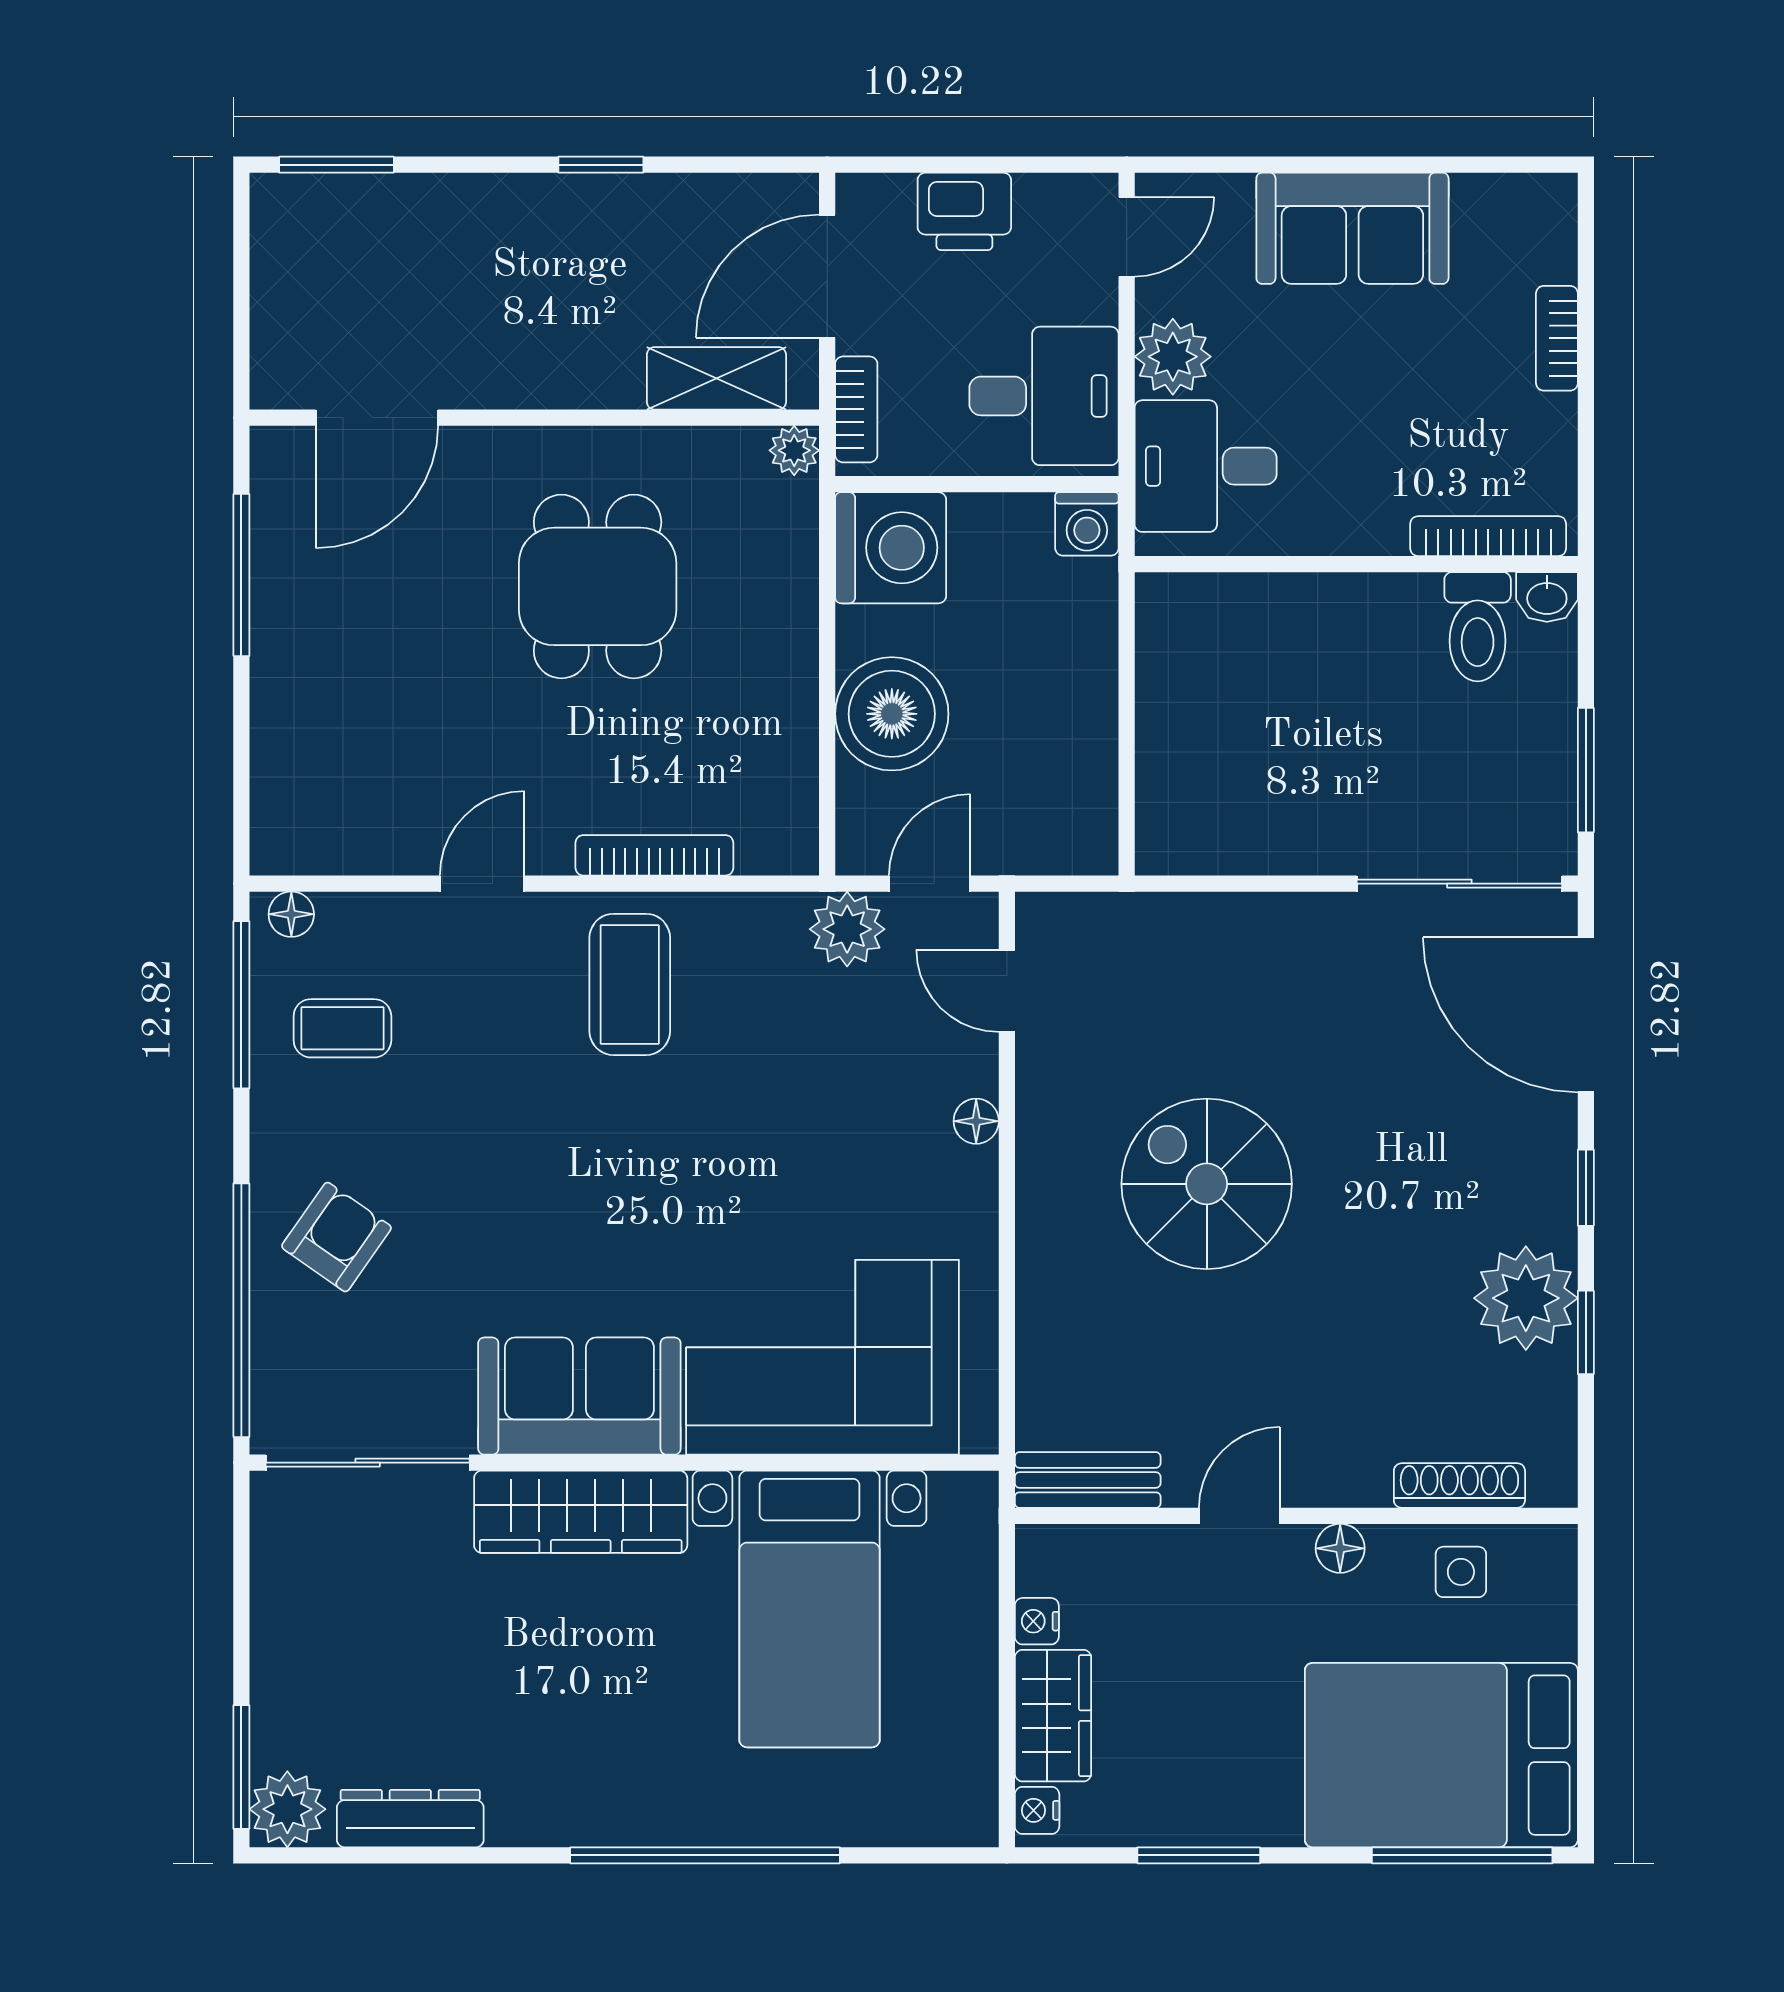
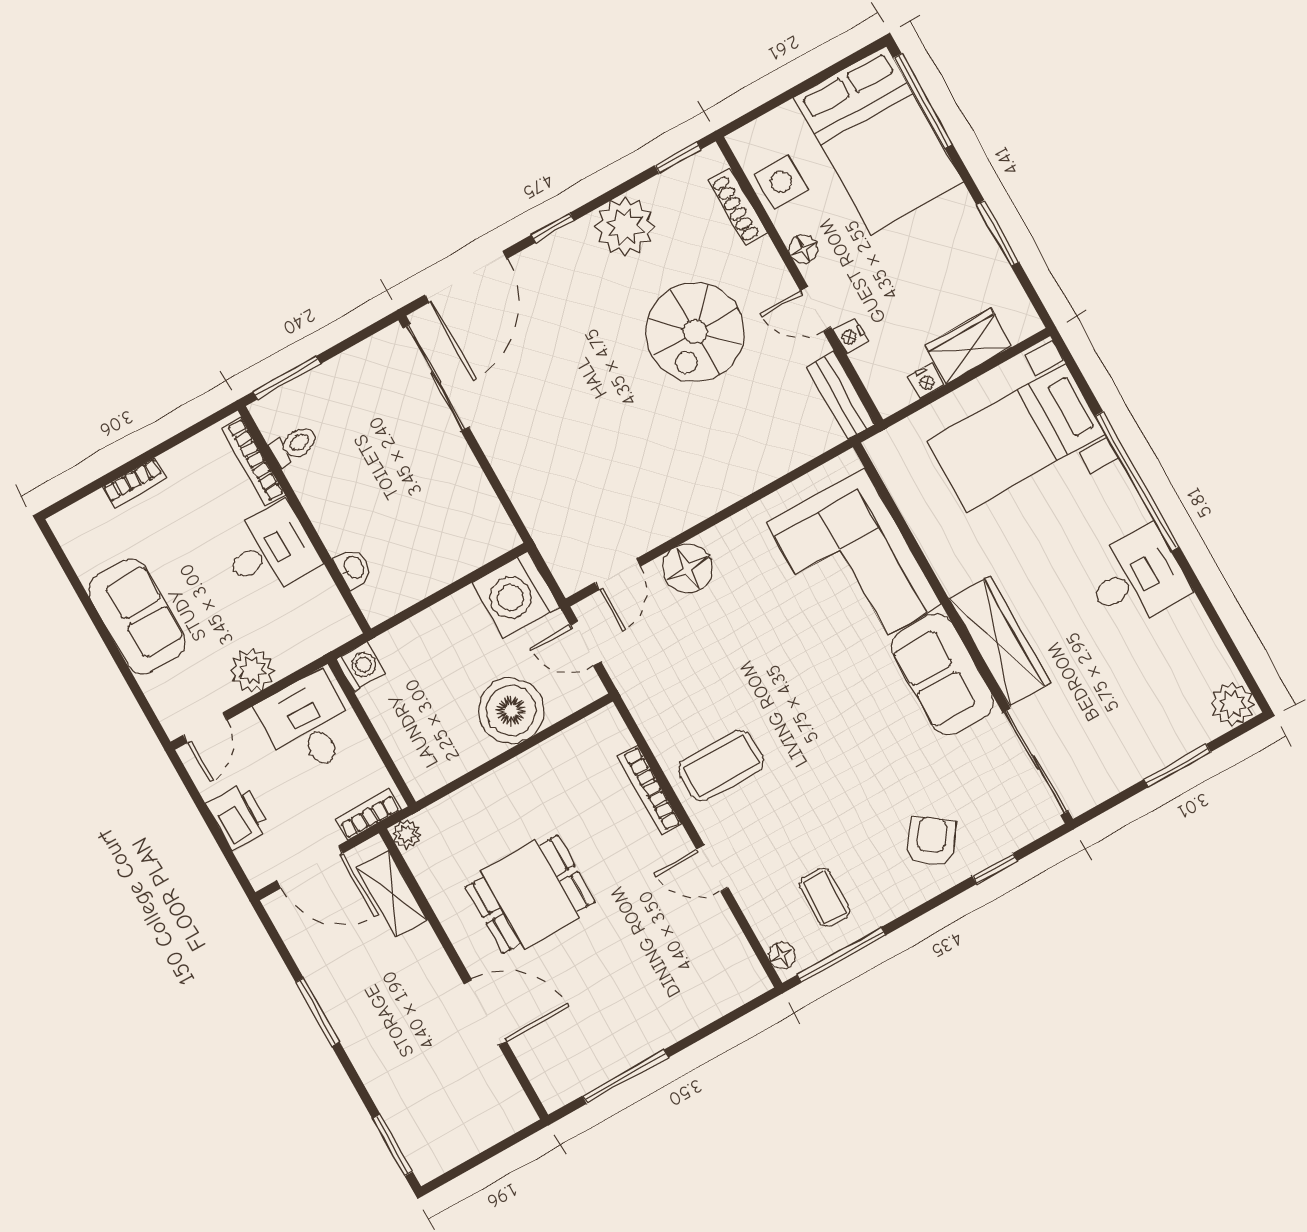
window: (601, 165) -> (318, 1012), width x1.50
door: (1127, 237) -> (205, 728), swing flipped
door: (377, 418) -> (485, 1013), moved
desk: (1206, 466) -> (270, 551), moved, turned -90
washing machine: (891, 548) -> (516, 594), moved, turned -90
washbasin: (1547, 597) -> (353, 568), moved
toilet: (1478, 627) -> (294, 445), width x0.73, depth x0.72
window: (1586, 770) -> (287, 378), moved
plant: (847, 929) -> (632, 672), removed
floor lamp: (976, 1121) -> (687, 569), width x1.89, depth x1.89
spiral stairs: (1207, 1184) -> (695, 332), moved
armchair: (336, 1237) -> (931, 841), turned 90
window: (241, 1310) -> (995, 868), width x0.32
window: (1586, 1332) -> (678, 157), moved
side table: (1461, 1572) -> (781, 182), width x1.37, depth x1.37
bed with nightstands: (810, 1609) -> (1016, 438), moved, turned 180
window: (241, 1767) -> (1177, 766), moved
desk: (560, 1771) -> (1136, 578), added
nightstand: (1037, 1810) -> (851, 336), moved, turned 90
dresser: (410, 1819) -> (1202, 640), removed

